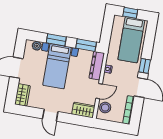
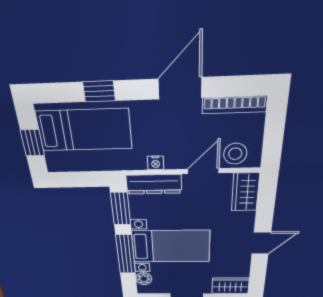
window: (56, 40) -> (126, 254), width x1.44
window: (145, 66) -> (99, 91), moved
door: (99, 91) -> (203, 171), hinge flipped

